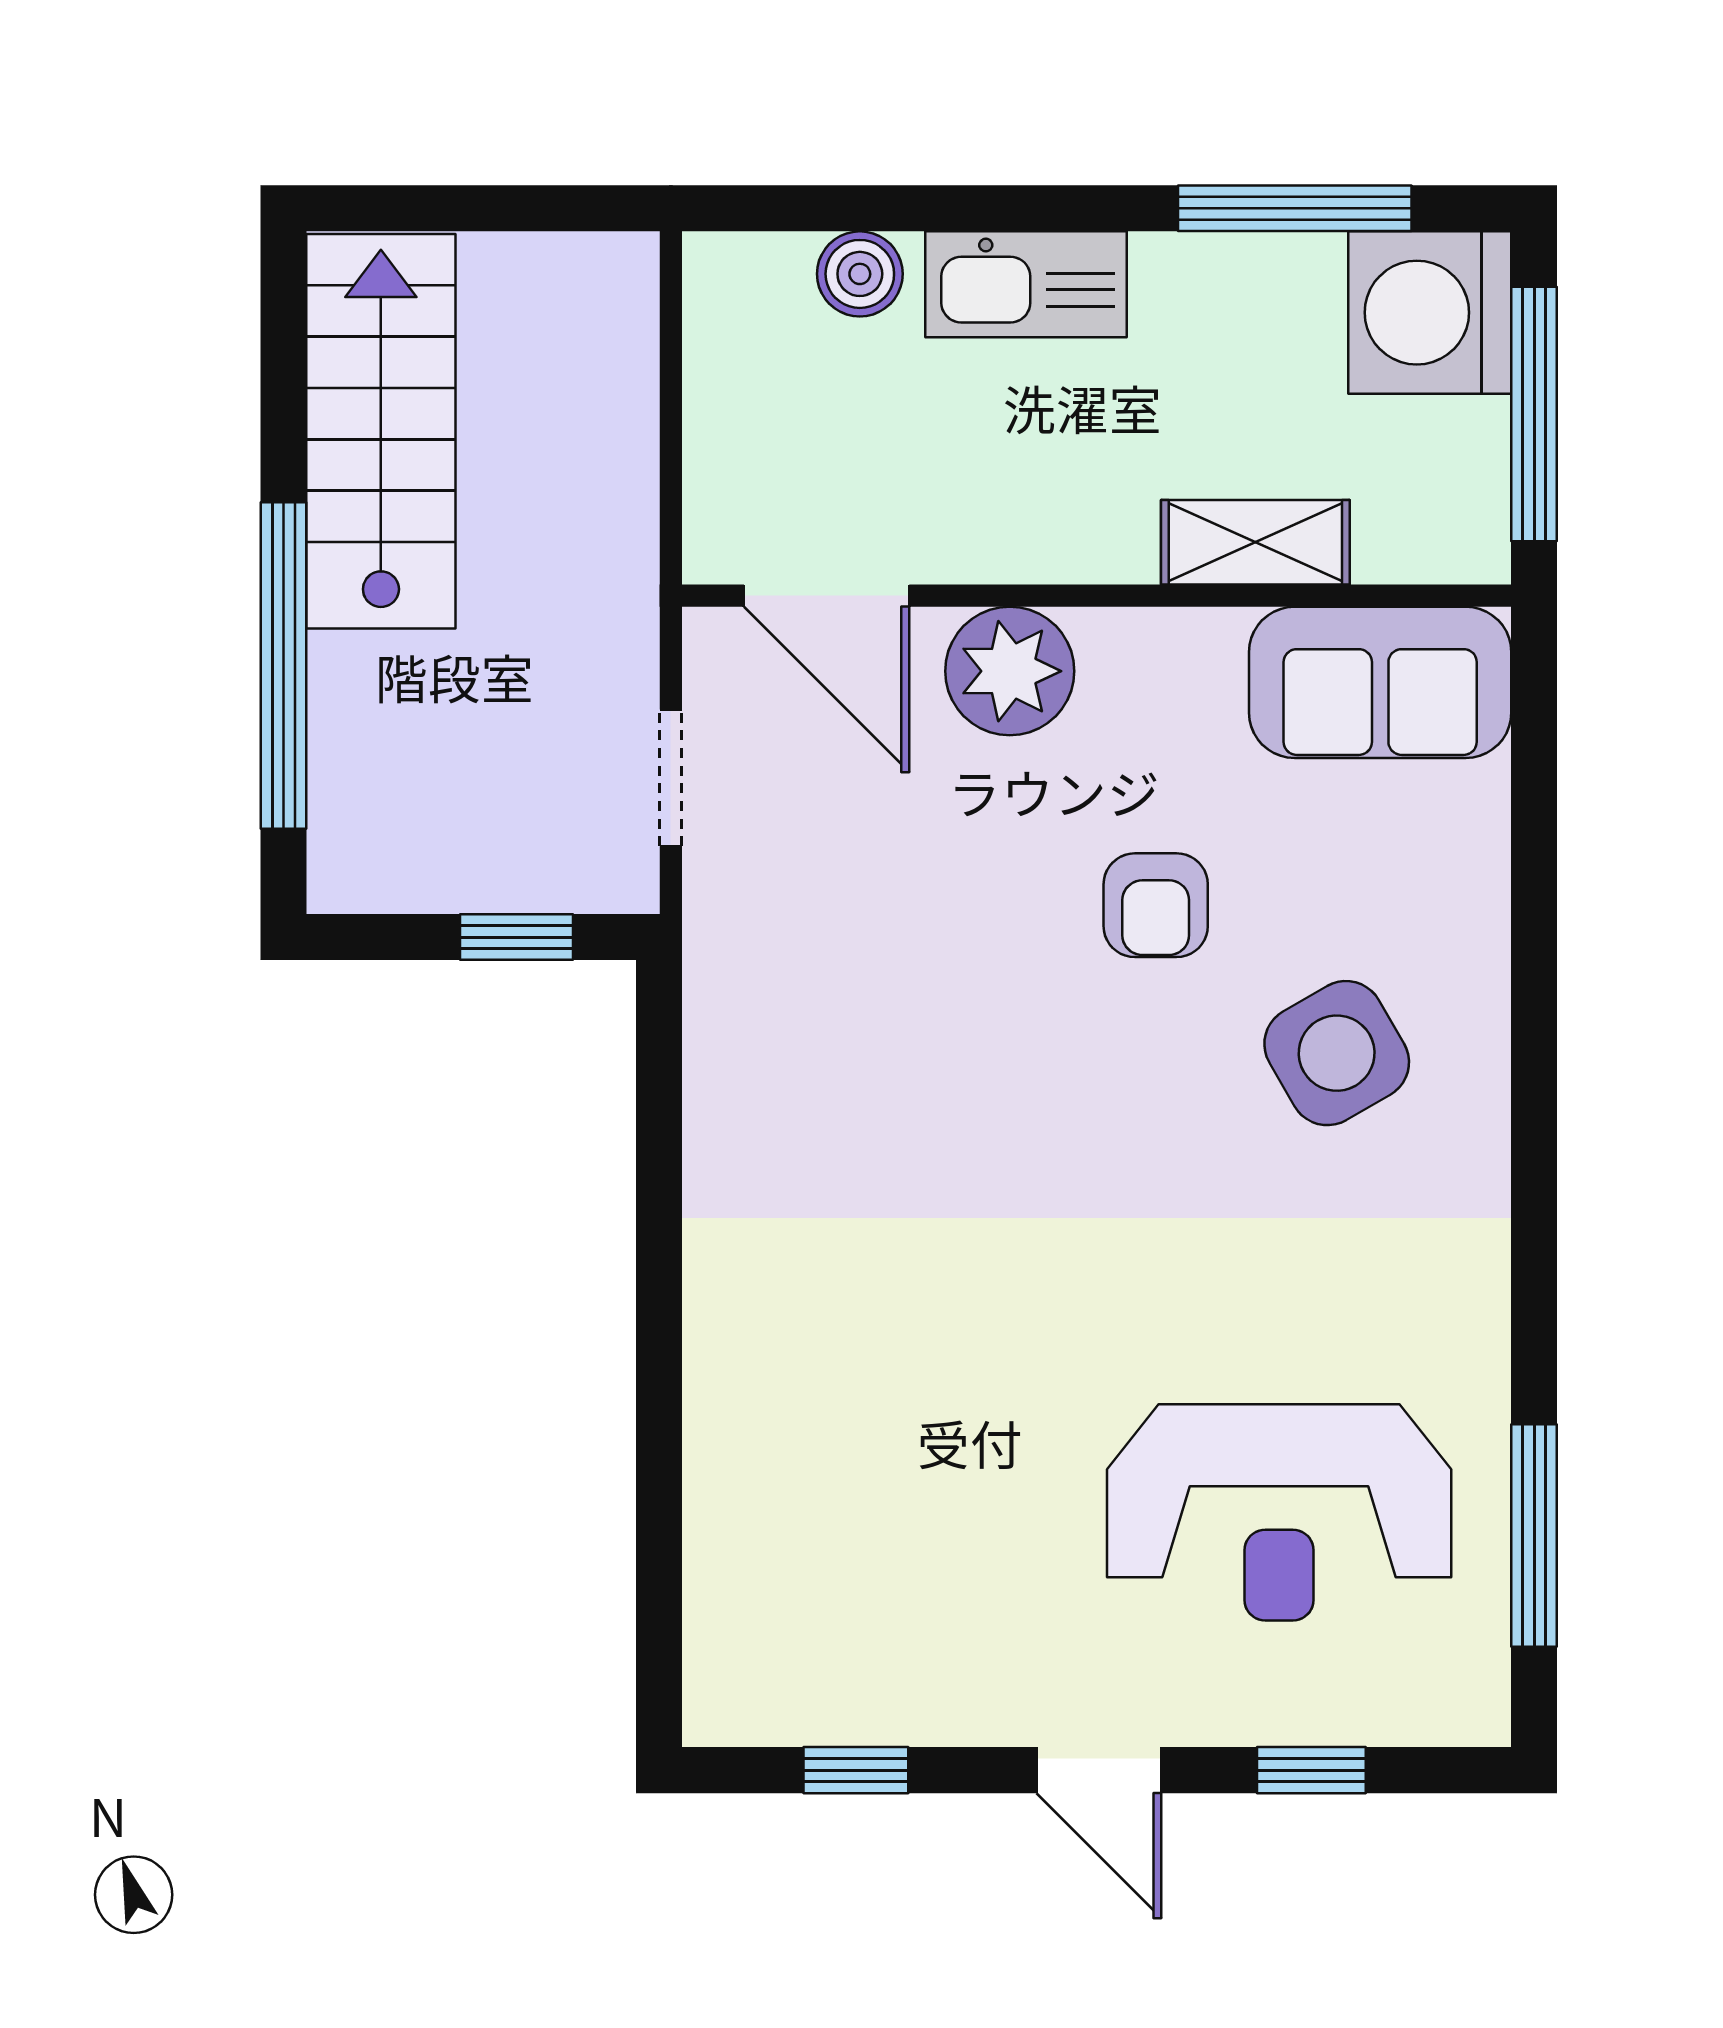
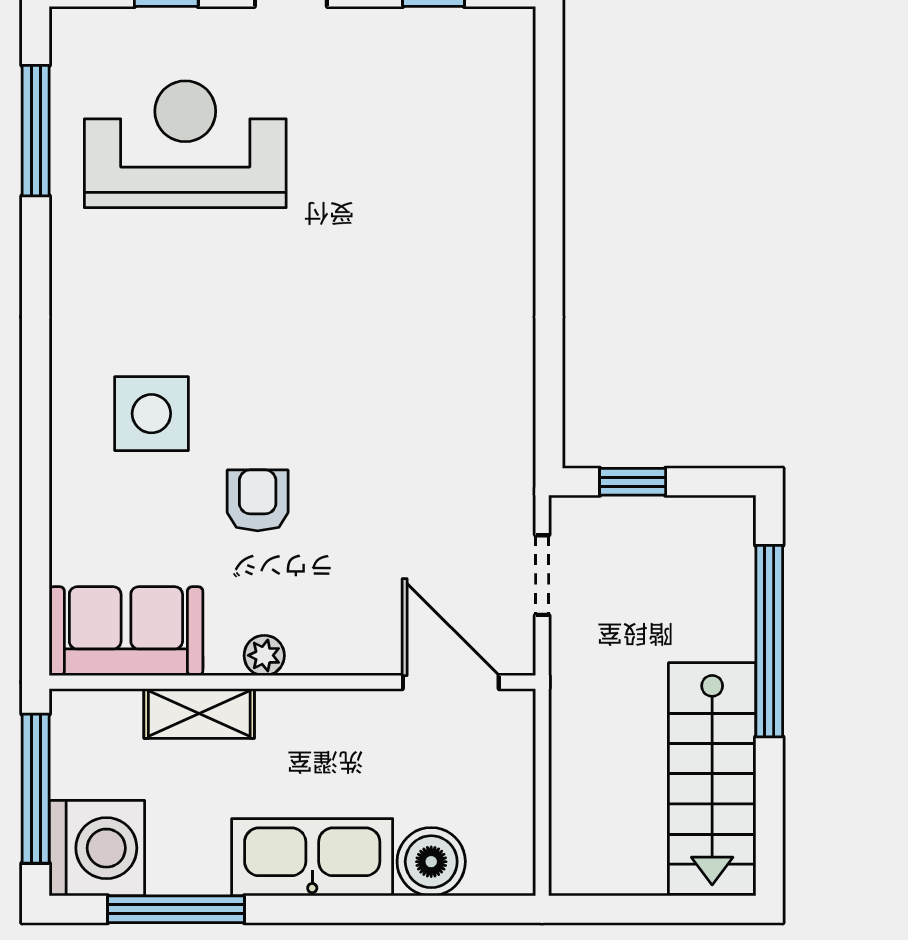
boiler: (860, 274) -> (431, 862), width x1.36, depth x1.36
kitchen sink: (1026, 284) -> (312, 857), width x1.36, depth x1.24
plant: (1010, 671) -> (264, 655), moved, width x0.53, depth x0.53
side table: (1337, 1053) -> (151, 414), turned 30

